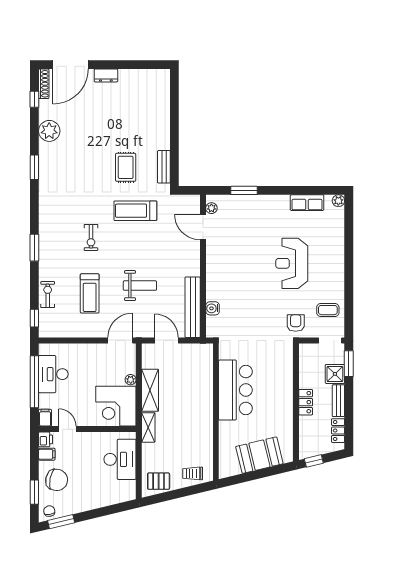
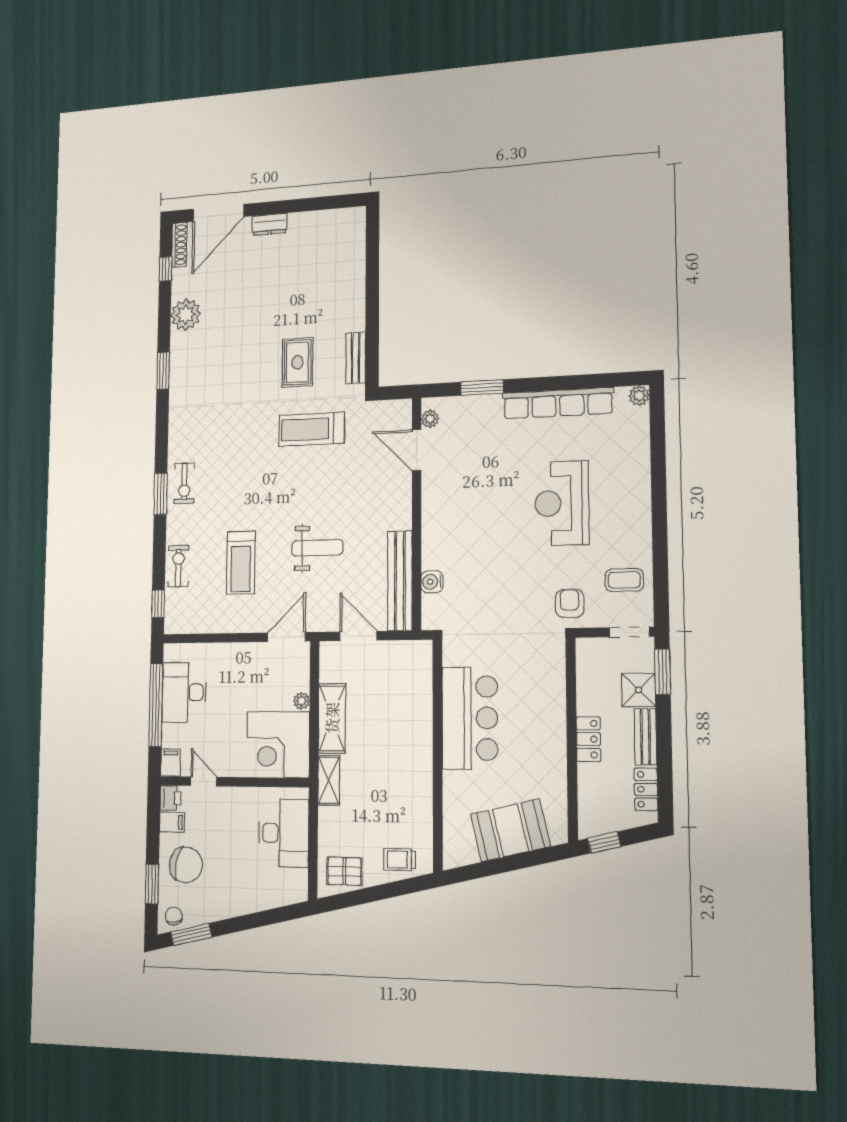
row of seats: (307, 203) -> (558, 403), width x2.02
exercise bike: (91, 238) -> (184, 483), moved

